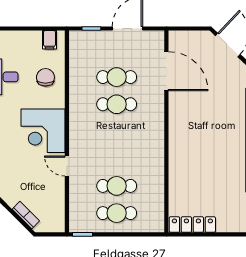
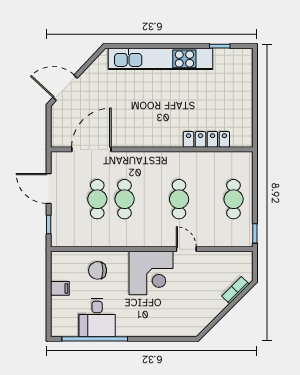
filing cabinet: (49, 40) -> (60, 288), moved
door: (67, 166) -> (186, 249), swing flipped
cafe table: (117, 186) -> (179, 199), moved
locker: (192, 225) -> (206, 139), moved, turned 90

